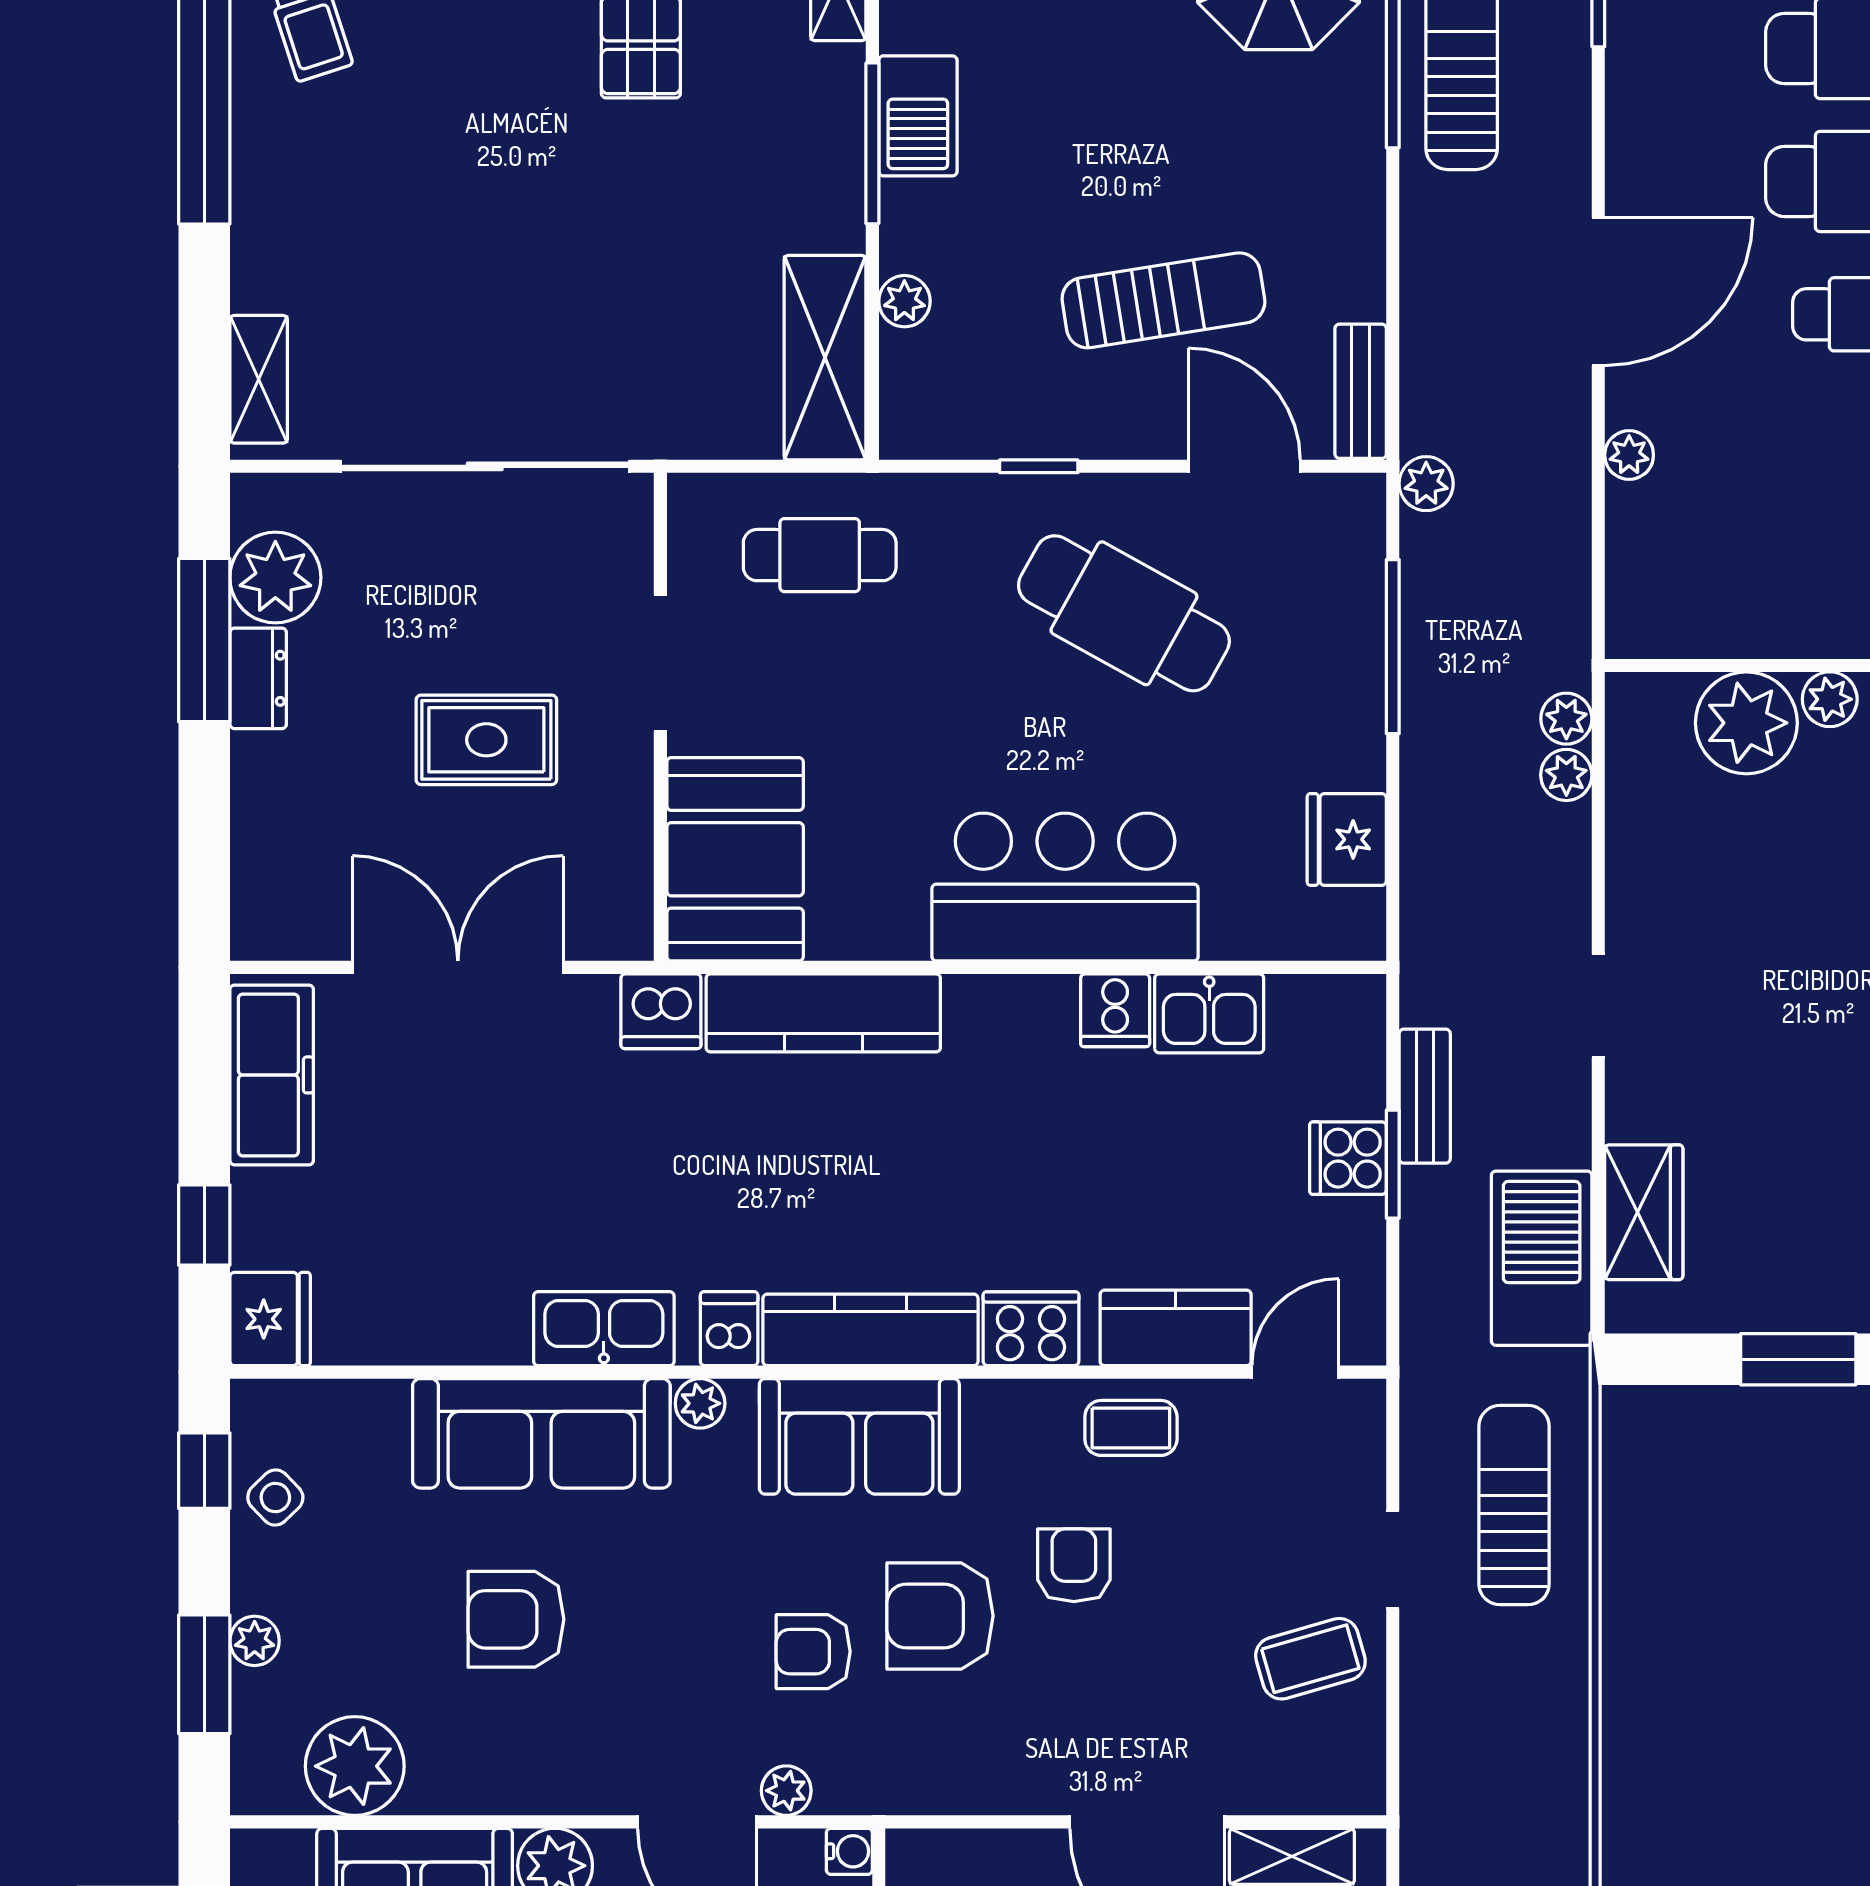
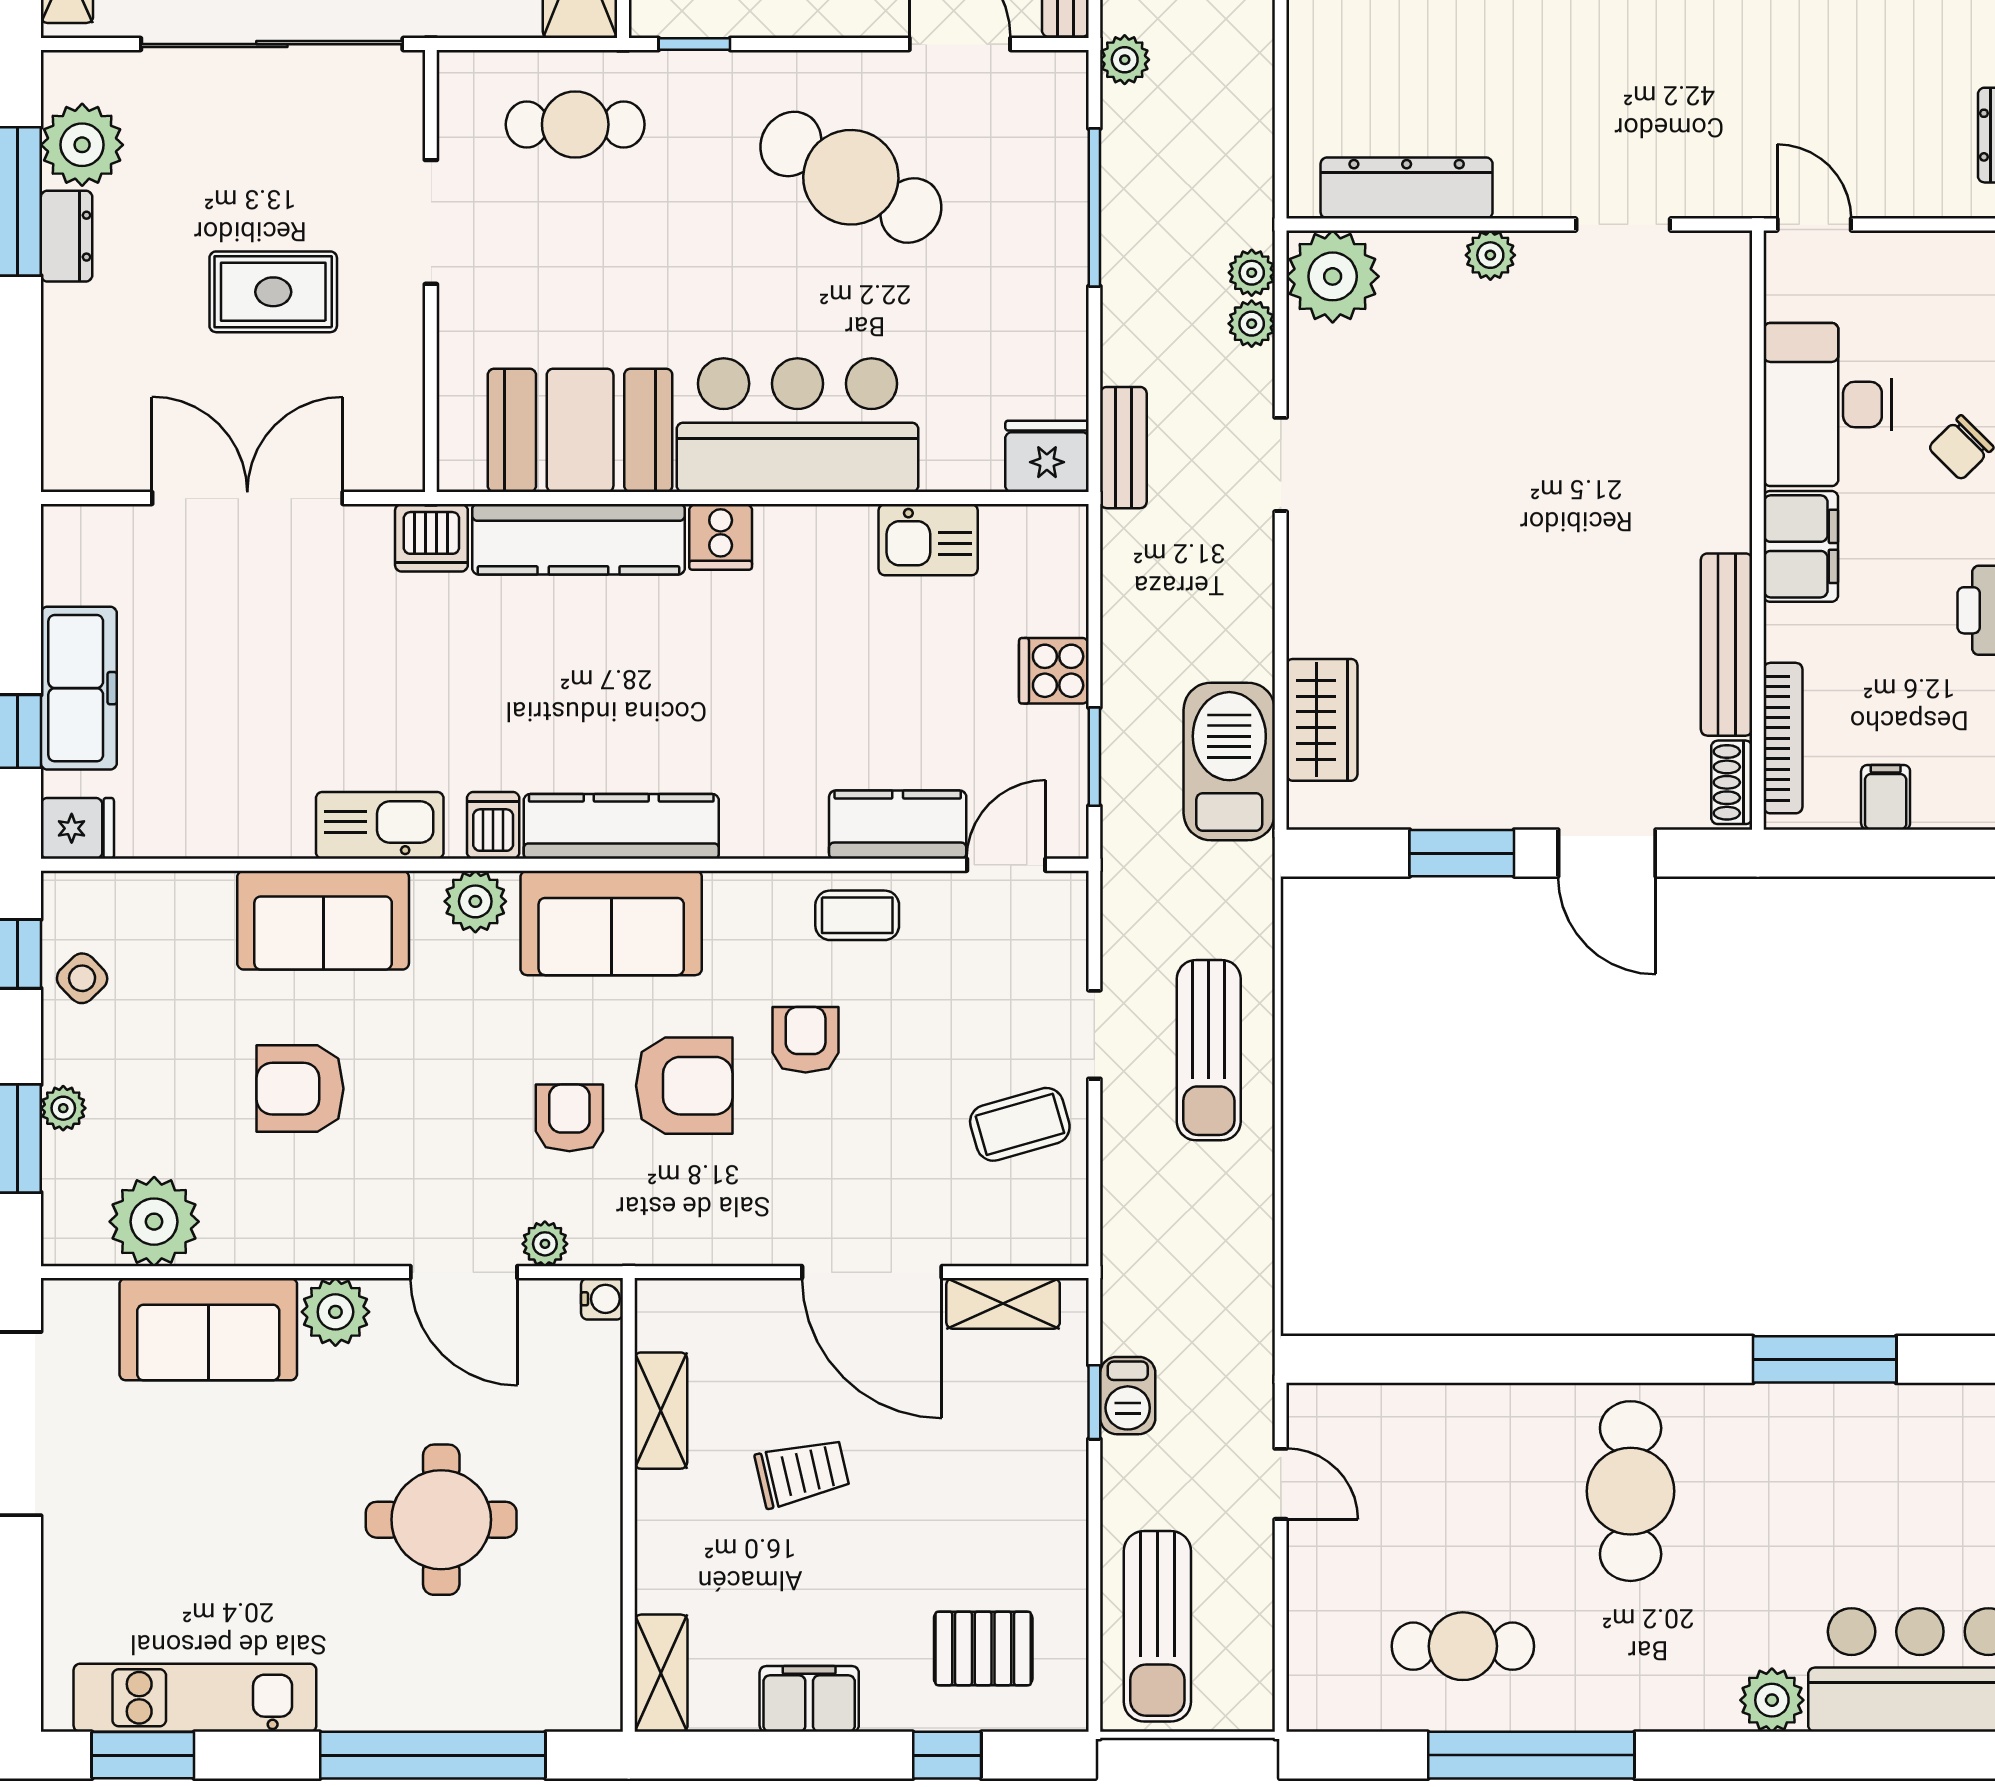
plant: (1629, 455) -> (1309, 34), removed
window: (1039, 466) -> (694, 44), moved
dresser: (1737, 625) -> (1407, 188), added
plant: (1746, 723) -> (1333, 276), moved
fridge: (1347, 839) -> (1047, 456), moved, turned 90
booth: (735, 859) -> (580, 430), moved, turned 90
doorway: (1598, 1006) -> (1281, 464), moved
cooker: (1115, 1010) -> (721, 537), moved
freezer: (272, 1075) -> (79, 688), moved
bench: (1425, 1096) -> (1123, 448), moved
window: (1393, 1164) -> (1094, 757), moved
fridge: (270, 1319) -> (77, 828), width x0.72
cooker: (1031, 1329) -> (767, 825), removed
plant: (700, 1403) -> (475, 901), width x1.38, depth x1.38
sofa: (541, 1433) -> (323, 920), width x0.73
sun lounger: (1514, 1505) -> (1209, 1050), moved, turned 180
armchair: (940, 1616) -> (684, 1086), turned 180
armchair: (813, 1652) -> (569, 1118), turned 90

